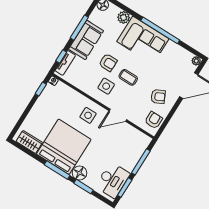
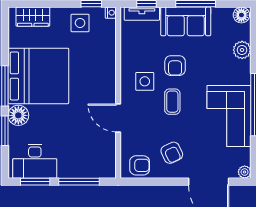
corner sofa: (143, 40) -> (229, 116), moved
side table: (88, 115) -> (80, 23), moved
wardrobe: (29, 142) -> (33, 17), moved, turned 90

